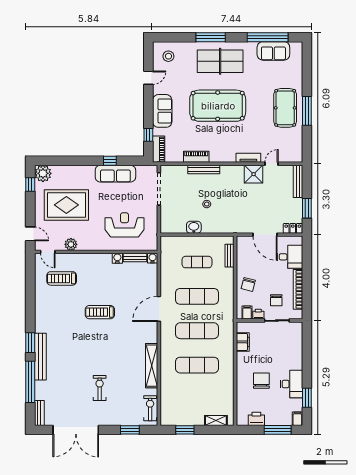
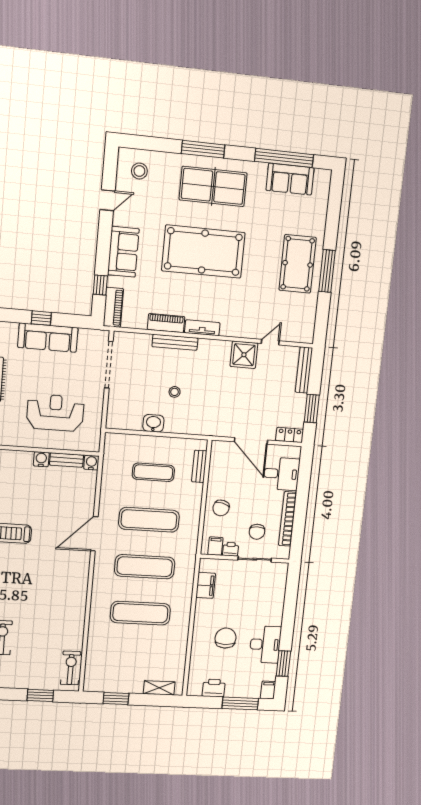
tv unit: (248, 158) -> (202, 328), moved
shelving: (152, 366) -> (78, 611), removed

